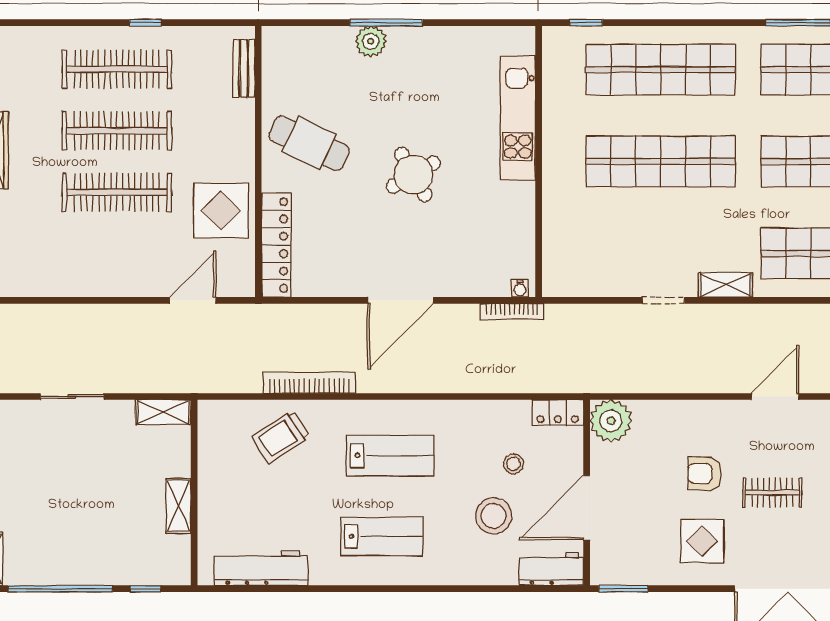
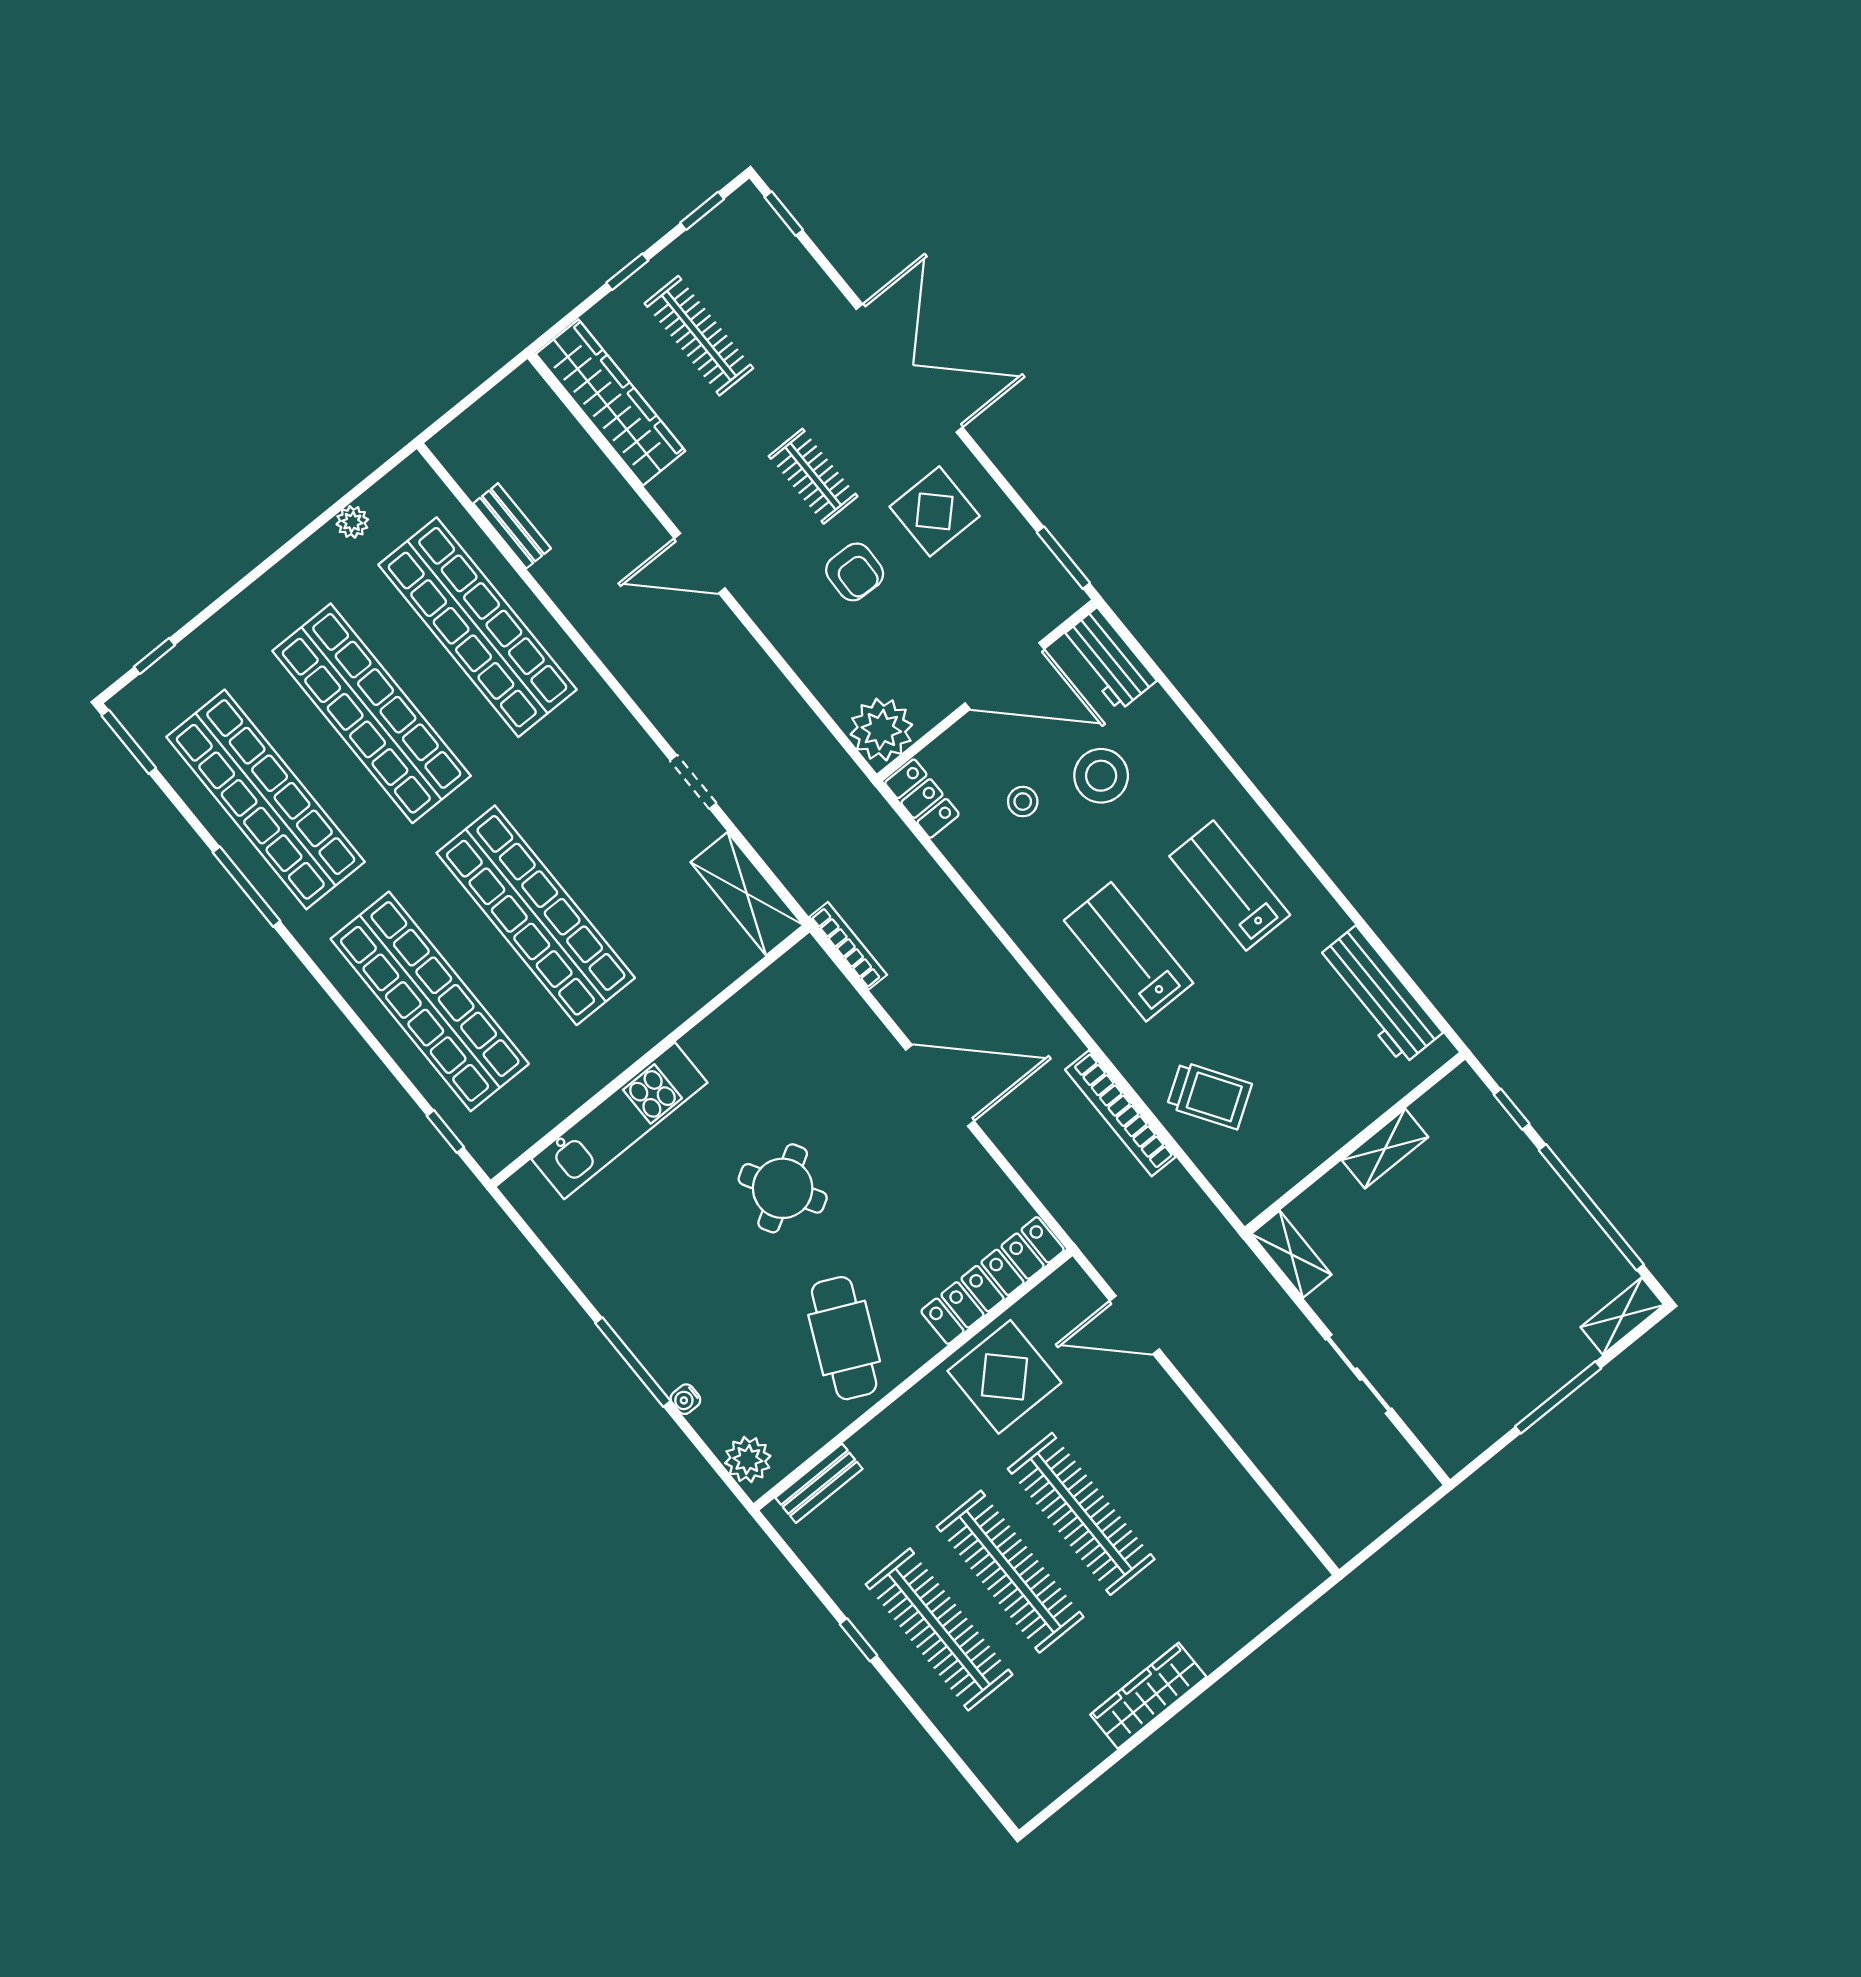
plant: (371, 41) -> (748, 1460), moved
shelving: (725, 285) -> (747, 894), moved, width x1.50, depth x1.33
water cooler: (520, 289) -> (685, 1399), moved, turned 180

